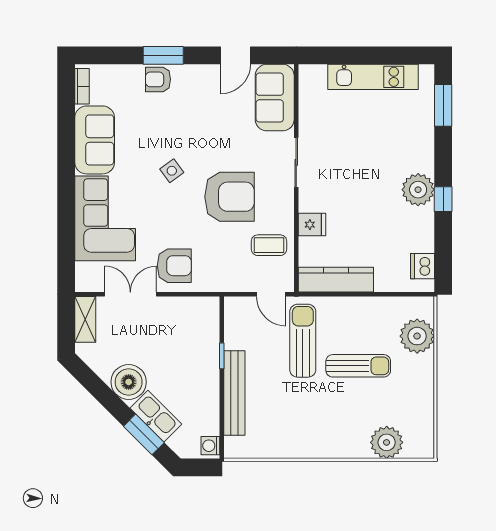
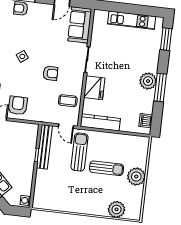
armchair: (230, 197) -> (50, 73), width x0.53, depth x0.53
window: (443, 199) -> (160, 87), width x2.17
fridge: (312, 225) -> (94, 88), width x1.88, depth x1.34
armchair: (174, 266) -> (18, 105), turned -89
plant: (417, 336) -> (136, 177), moved
bench: (234, 393) -> (44, 147), moved

